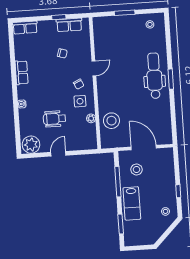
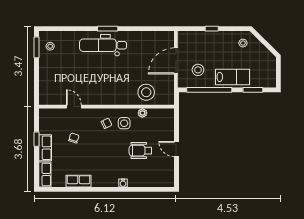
window: (125, 13) -> (37, 47), moved
row of seats: (69, 25) -> (45, 148), moved
door: (94, 68) -> (74, 107), moved
row of seats: (22, 73) -> (79, 181), moved
wheelchair: (54, 119) -> (140, 151), turned 90
plant: (31, 145) -> (165, 176), removed
window: (118, 182) -> (209, 90), width x1.46
window: (178, 191) -> (212, 29), moved

